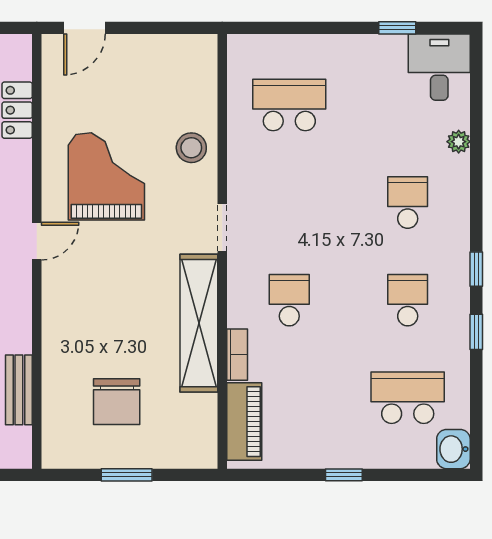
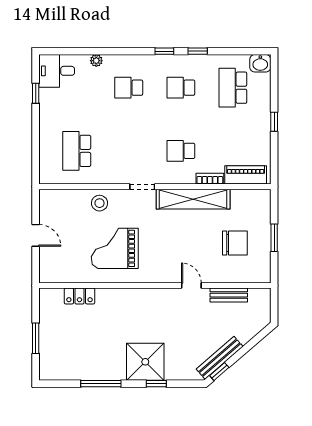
door: (85, 28) -> (36, 235), moved
door: (37, 241) -> (191, 286), moved

